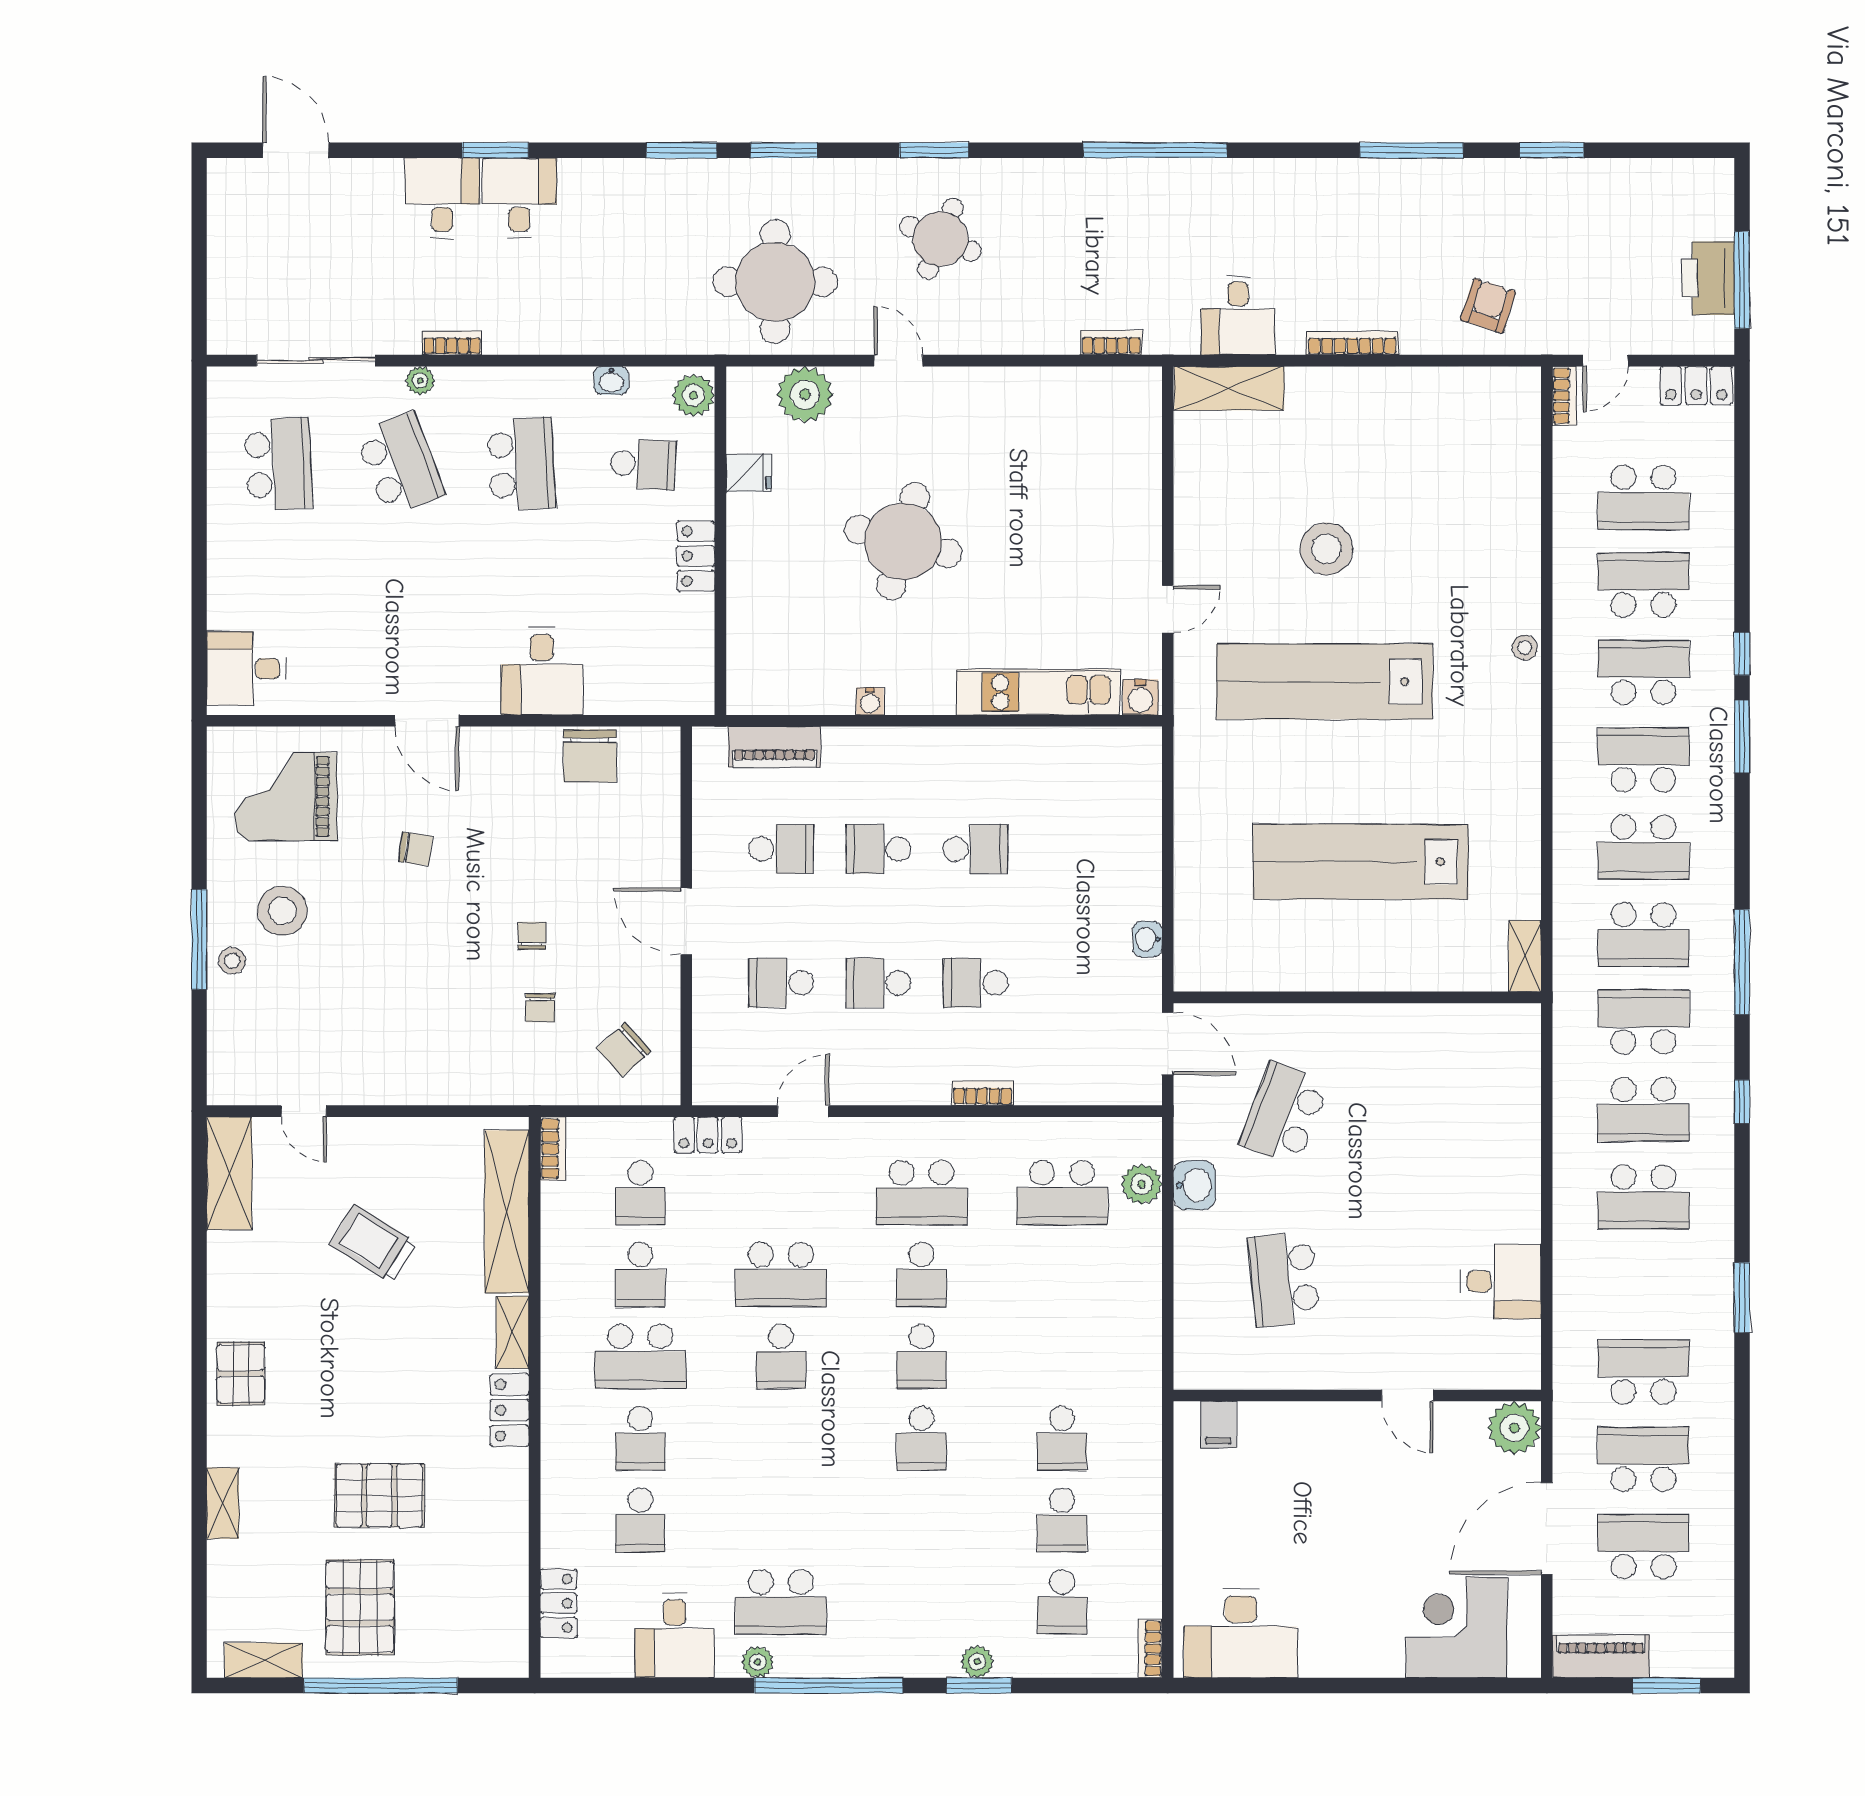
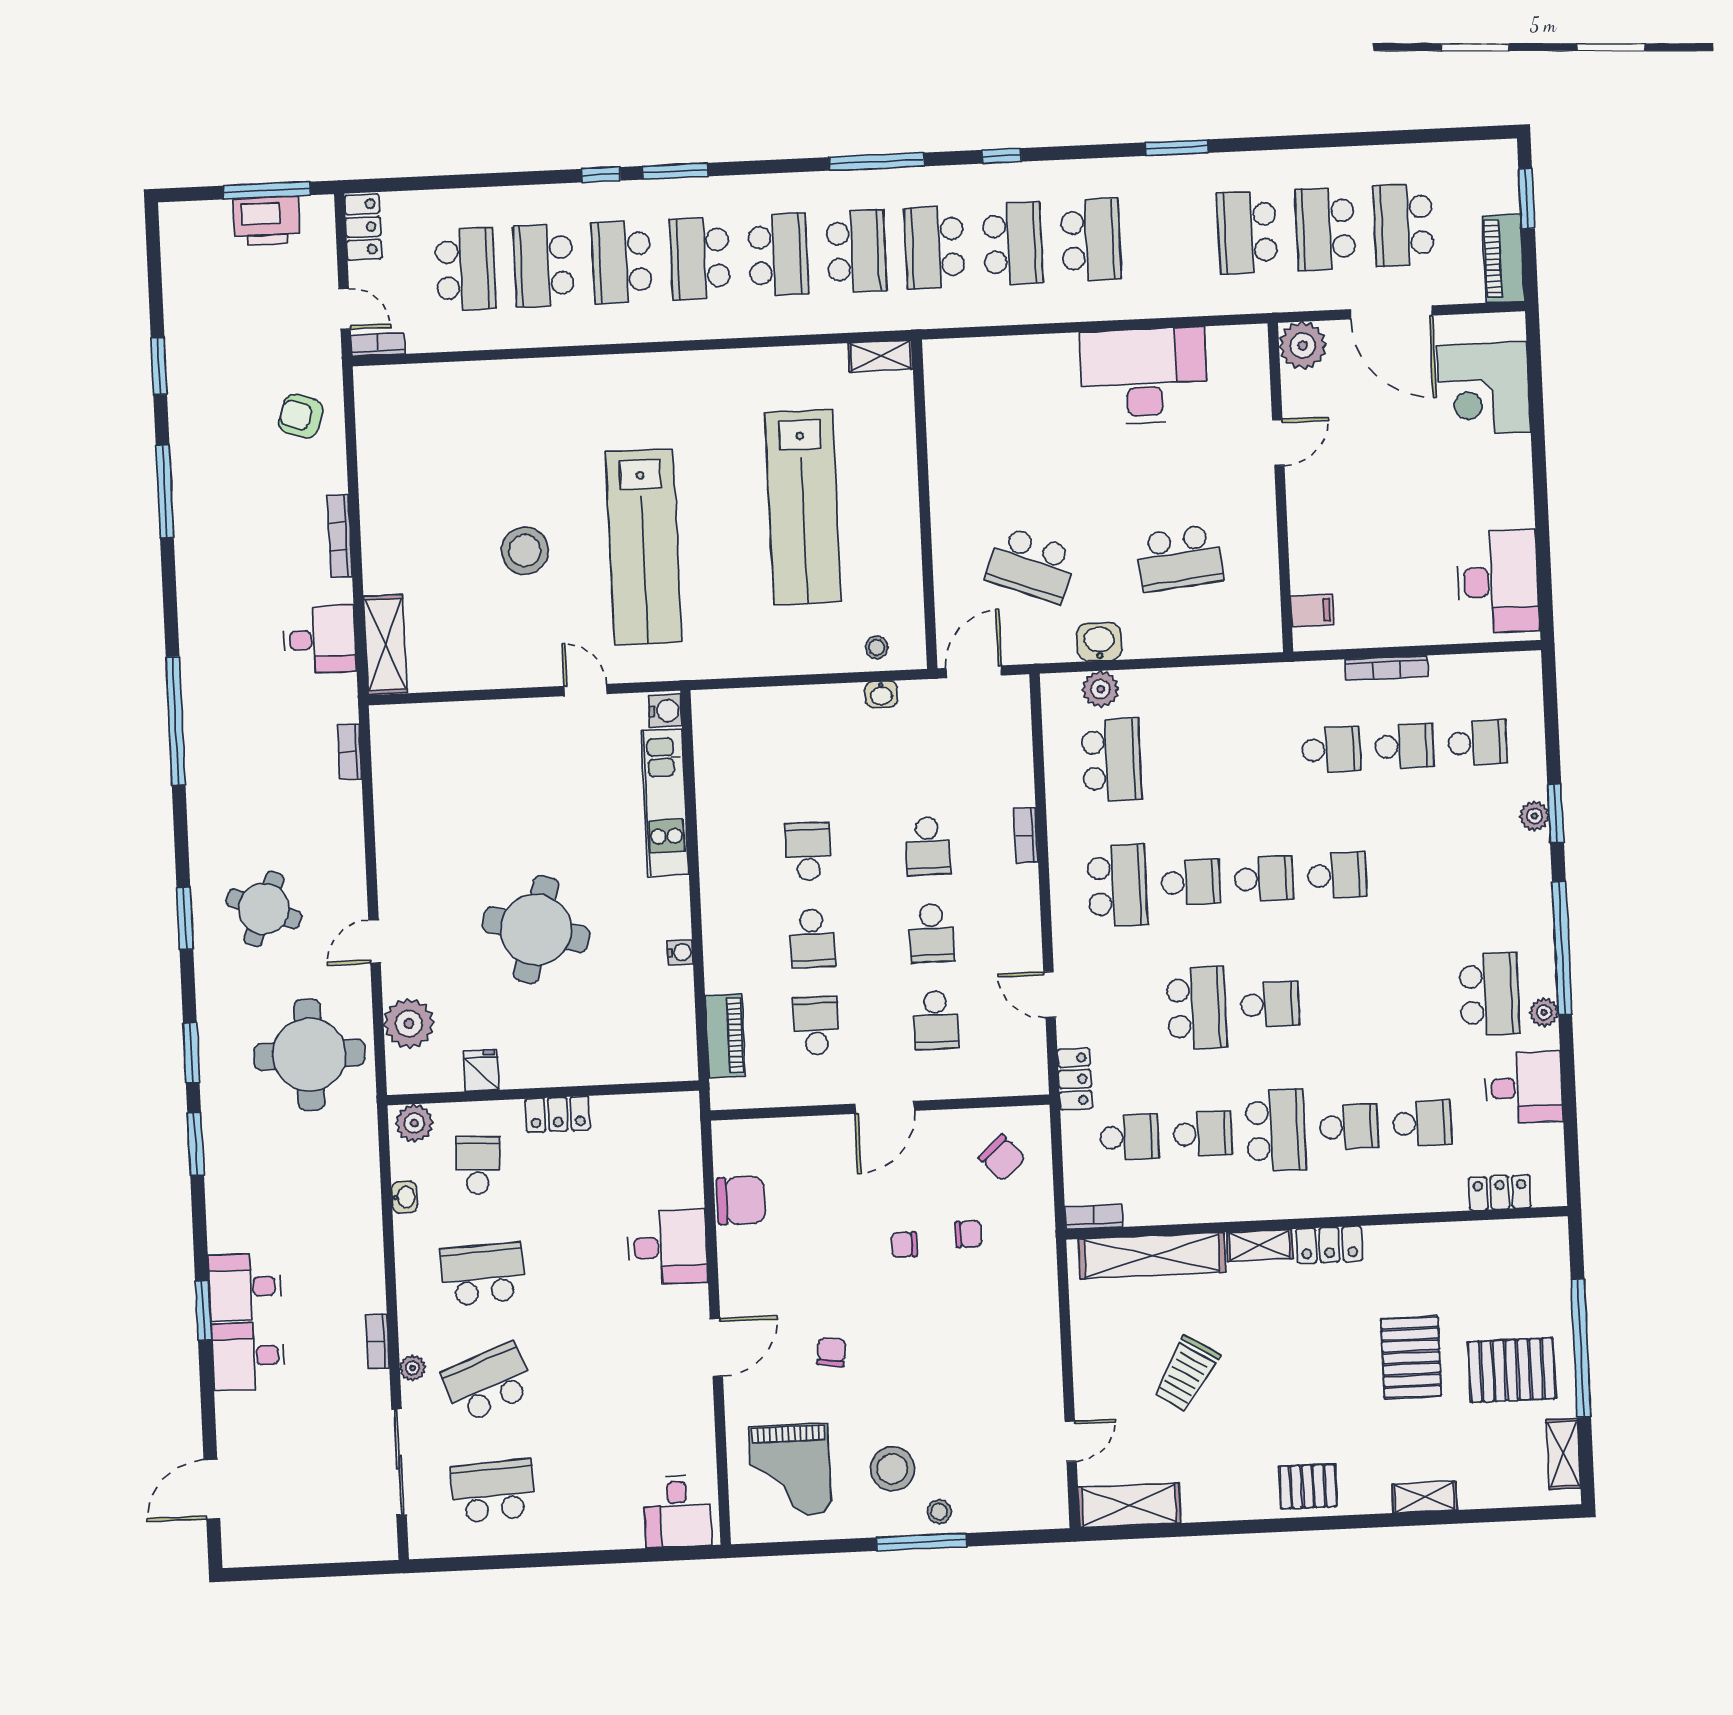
stool: (1525, 648) -> (877, 647), moved
desk: (1501, 1281) -> (1144, 376), width x1.87, depth x1.30
bookcase: (1150, 1649) -> (1386, 668), moved, width x1.56

